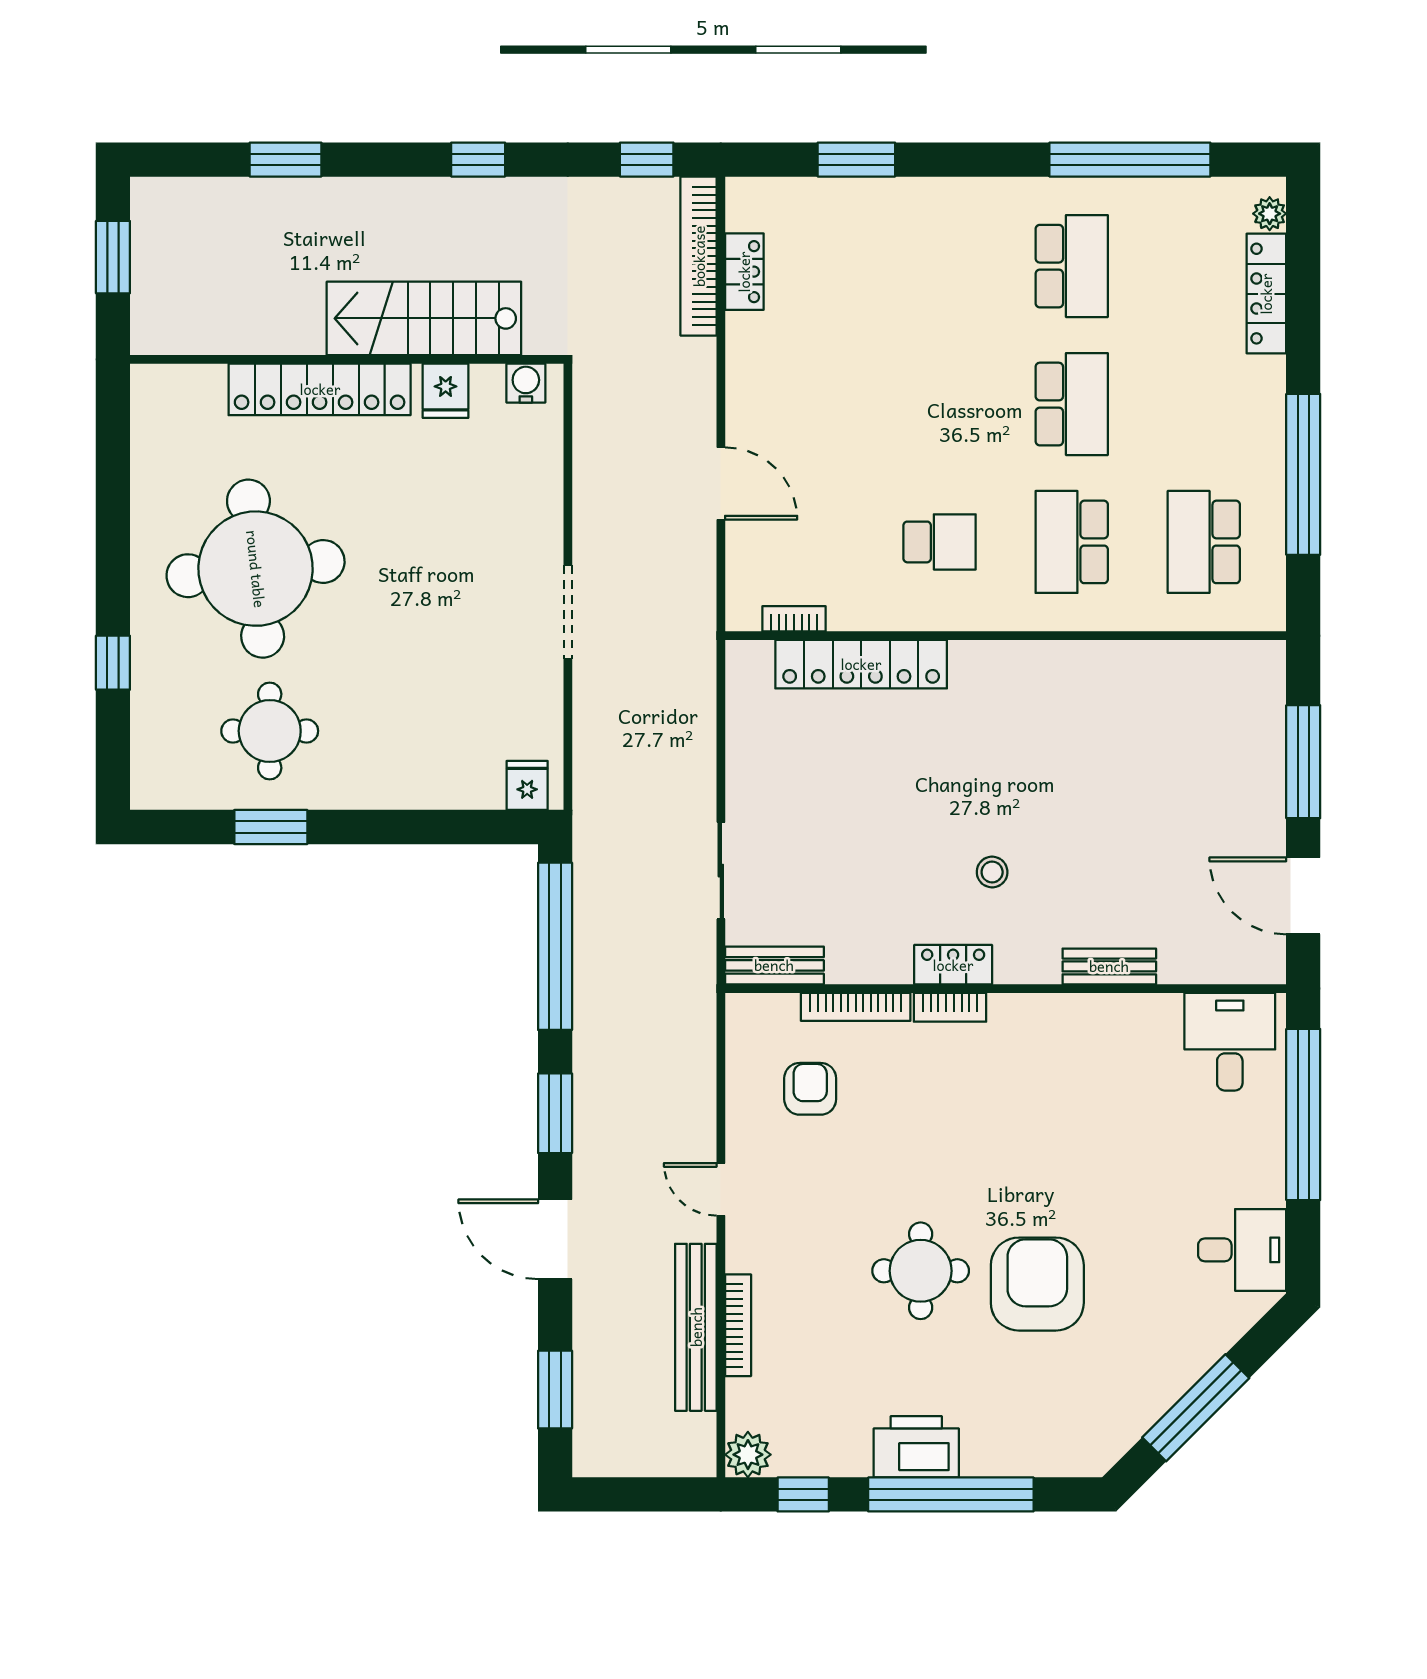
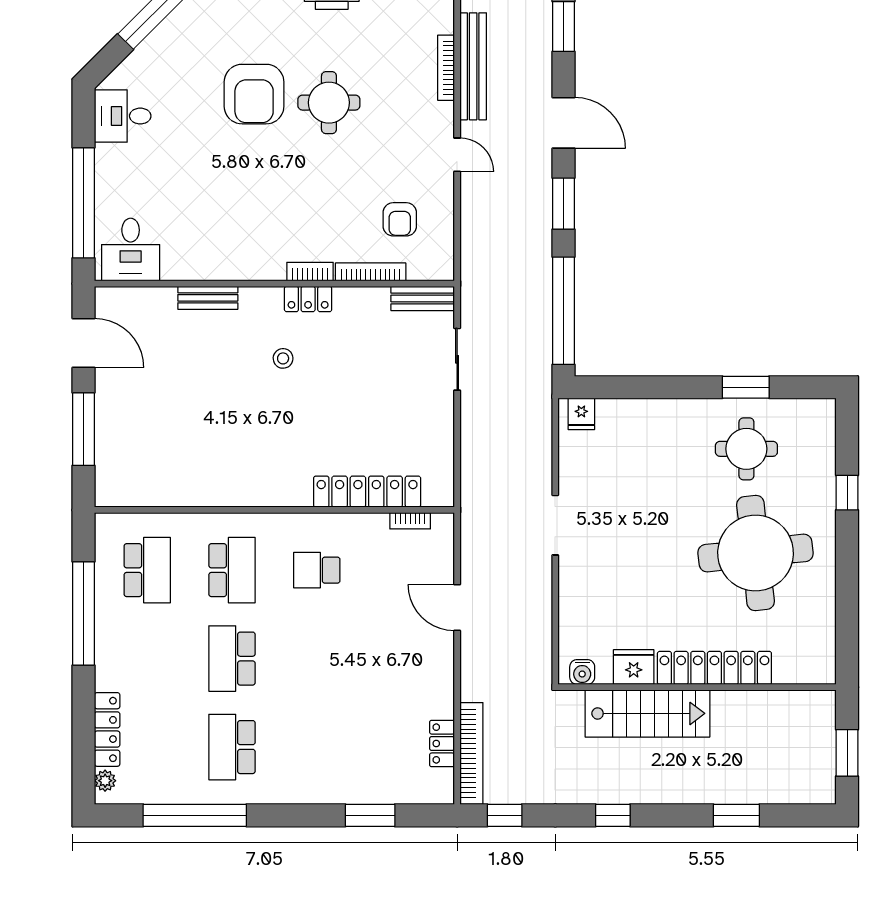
fridge: (446, 391) -> (634, 667), width x1.38

